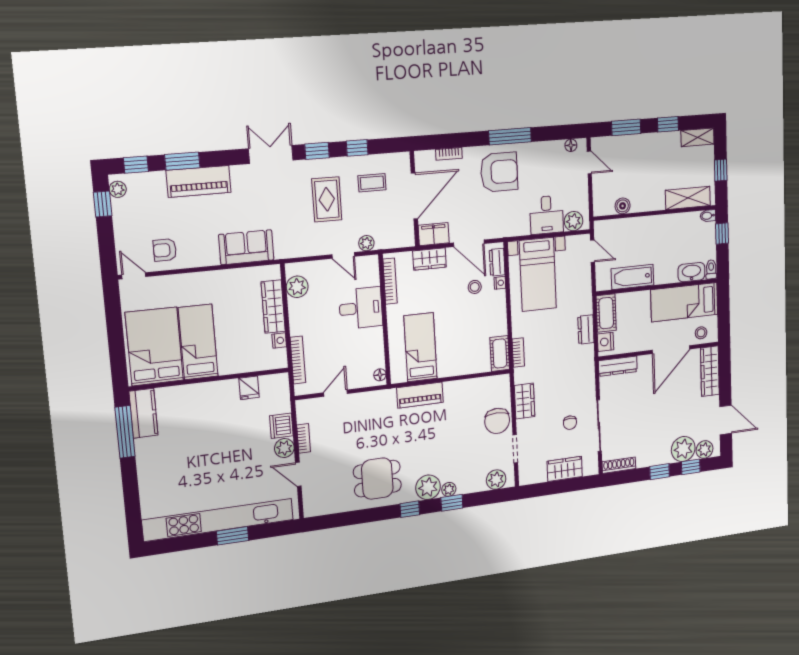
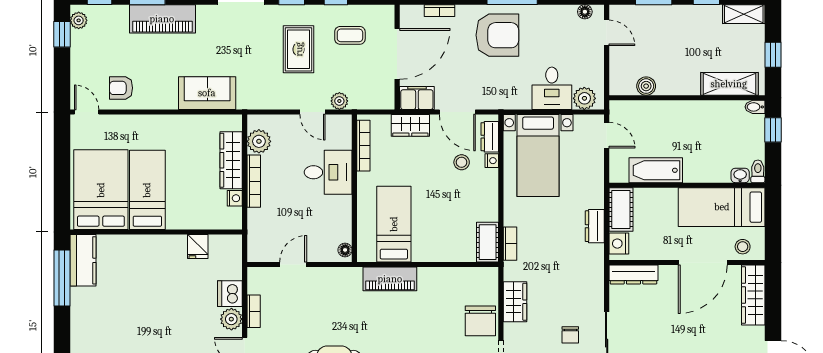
washbasin: (691, 272) -> (740, 175), width x0.52, depth x0.69
bookcase: (298, 360) -> (254, 181), moved

